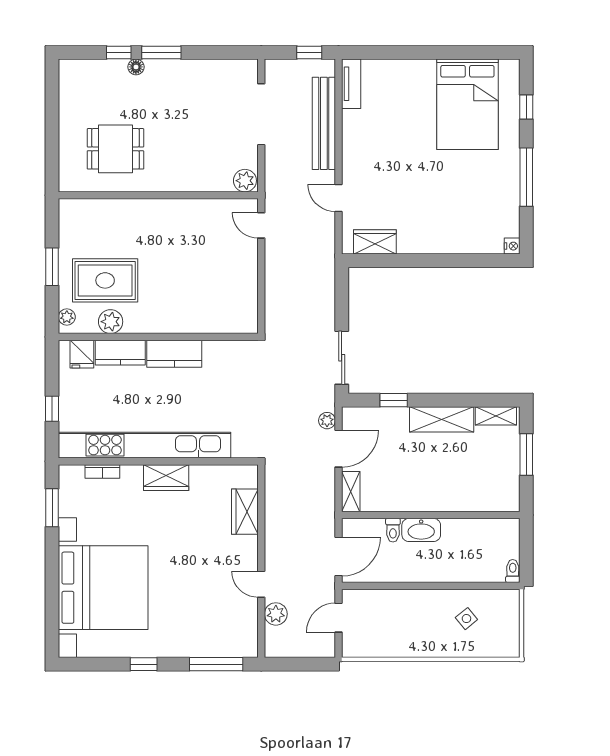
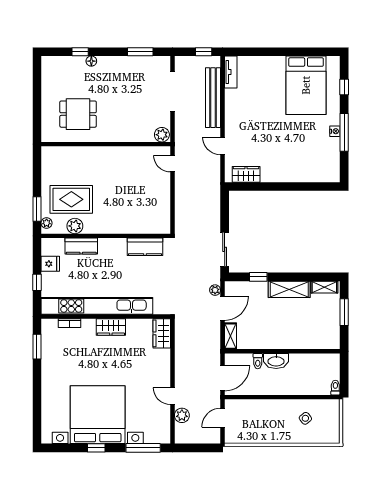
window: (161, 53) -> (140, 52), moved
nightstand: (512, 246) -> (335, 131), moved
window: (52, 267) -> (37, 209), moved
fridge: (82, 354) -> (50, 264), moved, turned -90
kitchen counter: (174, 354) -> (145, 247), moved
wardrobe: (245, 512) -> (162, 333), moved
bed with nightstands: (103, 588) -> (98, 415), moved, turned -90

